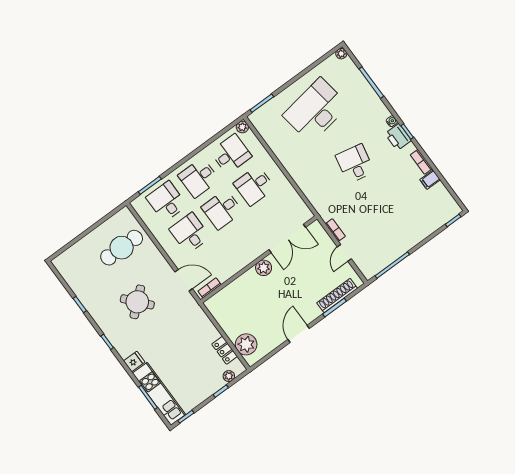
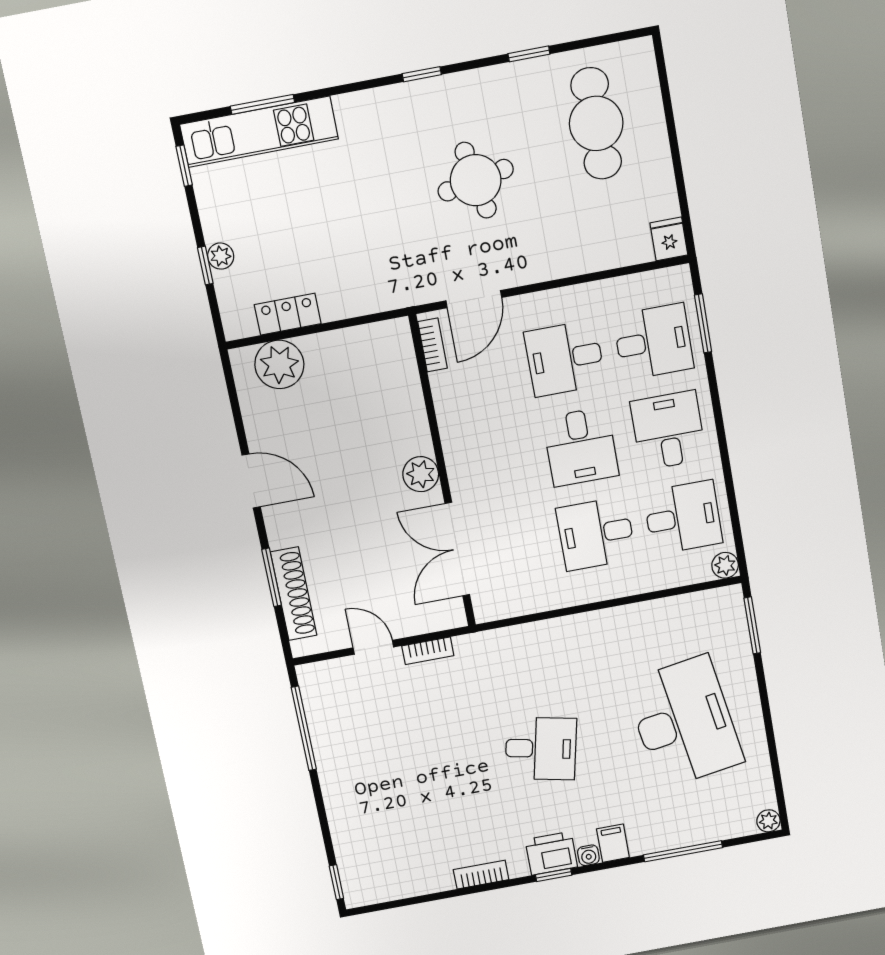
desk: (231, 154) -> (683, 518), turned -90
filing cabinet: (430, 180) -> (613, 843), moved
desk: (254, 186) -> (596, 534), turned -90
desk: (222, 209) -> (581, 447), turned 180
desk: (190, 233) -> (565, 358), turned 180
cafe table: (122, 248) -> (596, 123), moved
round table: (137, 302) -> (476, 180), turned 30
fridge: (134, 362) -> (669, 239), moved, turned 180
plant: (229, 376) -> (221, 256), moved

